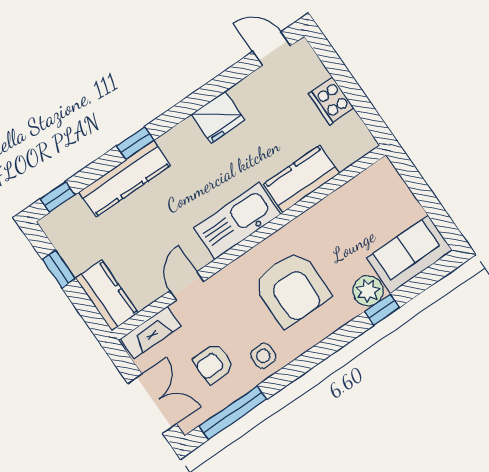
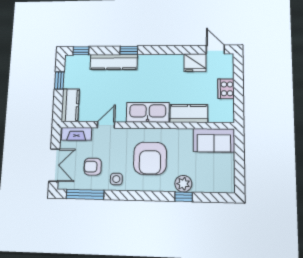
fridge: (218, 117) -> (195, 63), moved
sofa: (409, 254) -> (214, 140), moved, turned 180

